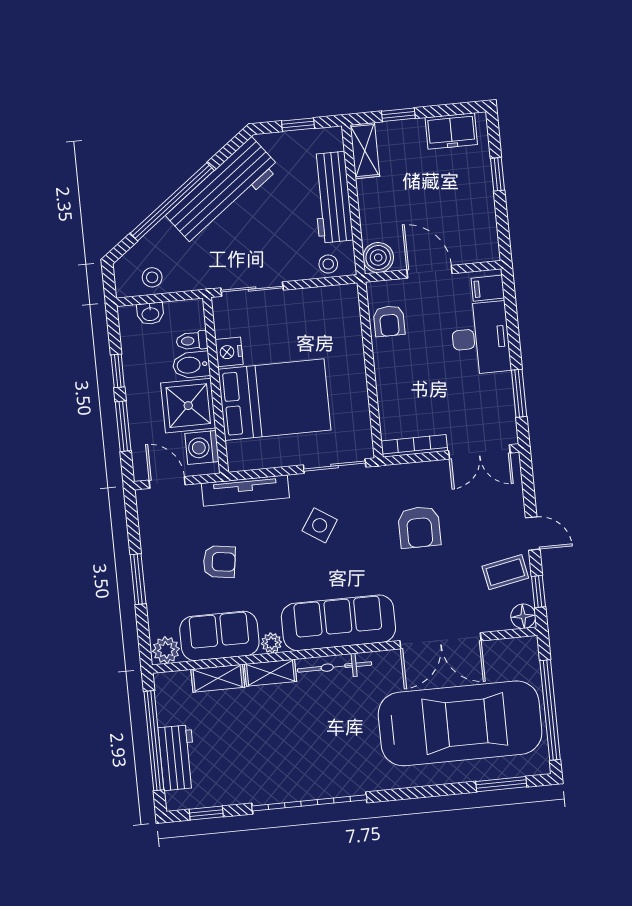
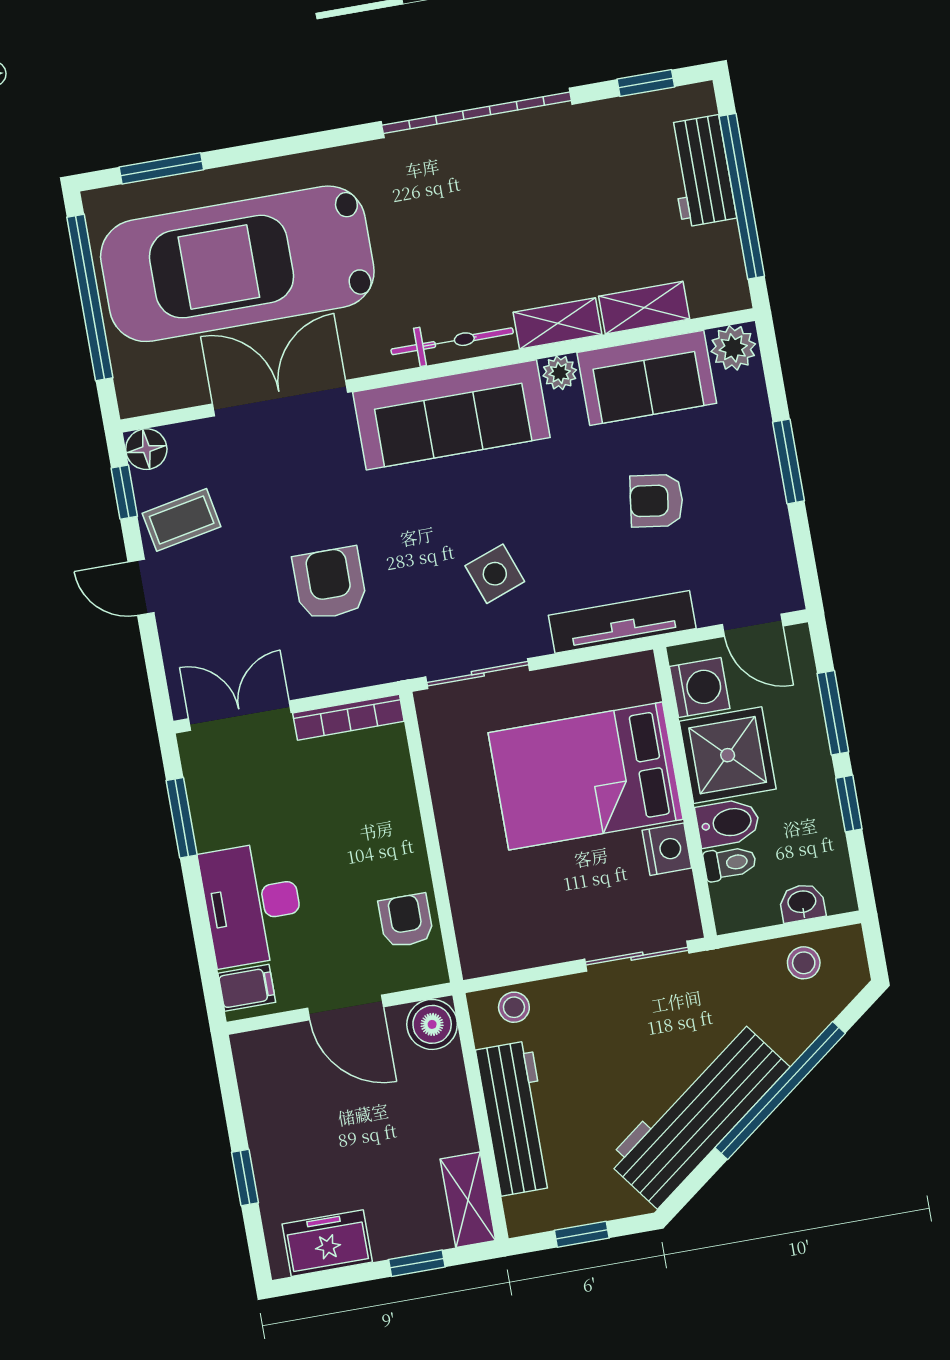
side table: (320, 525) -> (495, 574), turned 37

